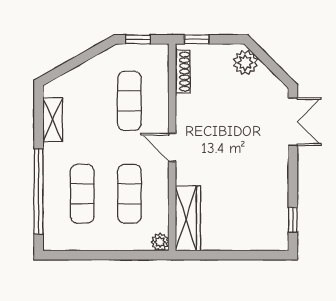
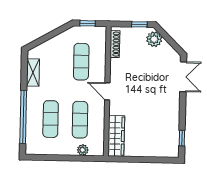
window: (197, 39) -> (139, 24), moved
plant: (160, 242) -> (83, 150), moved

